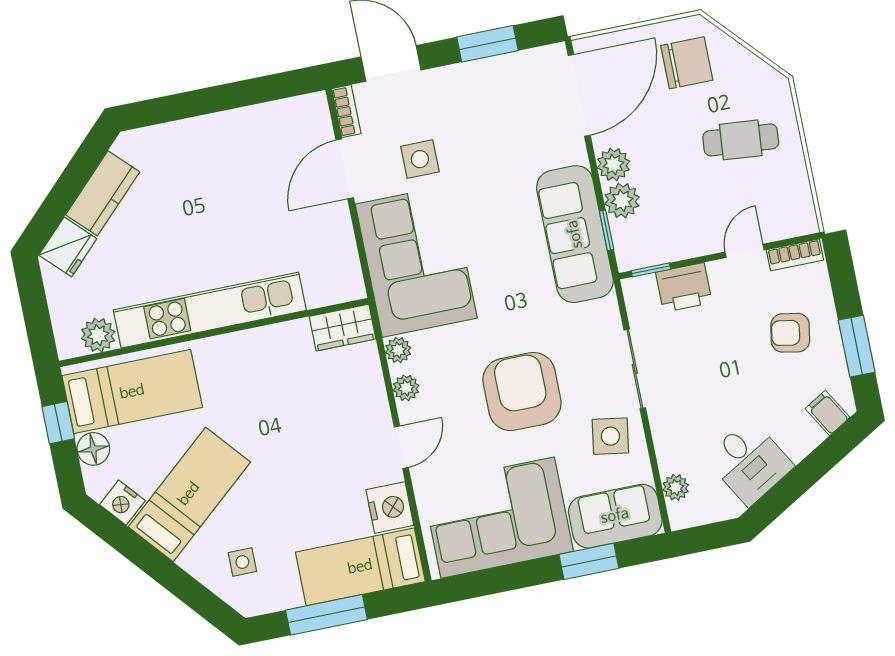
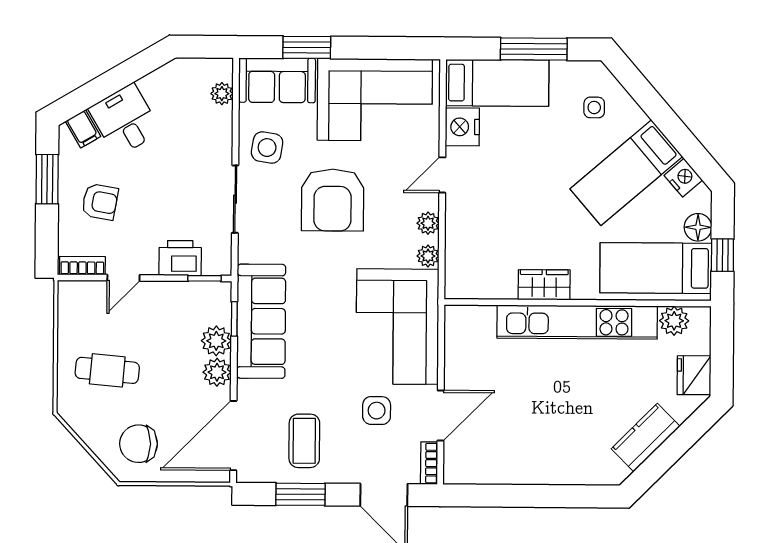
coffee table: (496, 106) -> (304, 441), added
fridge: (68, 247) -> (694, 375), moved, turned -45
wardrobe: (343, 328) -> (544, 285), moved
desk: (749, 462) -> (125, 120), moved

